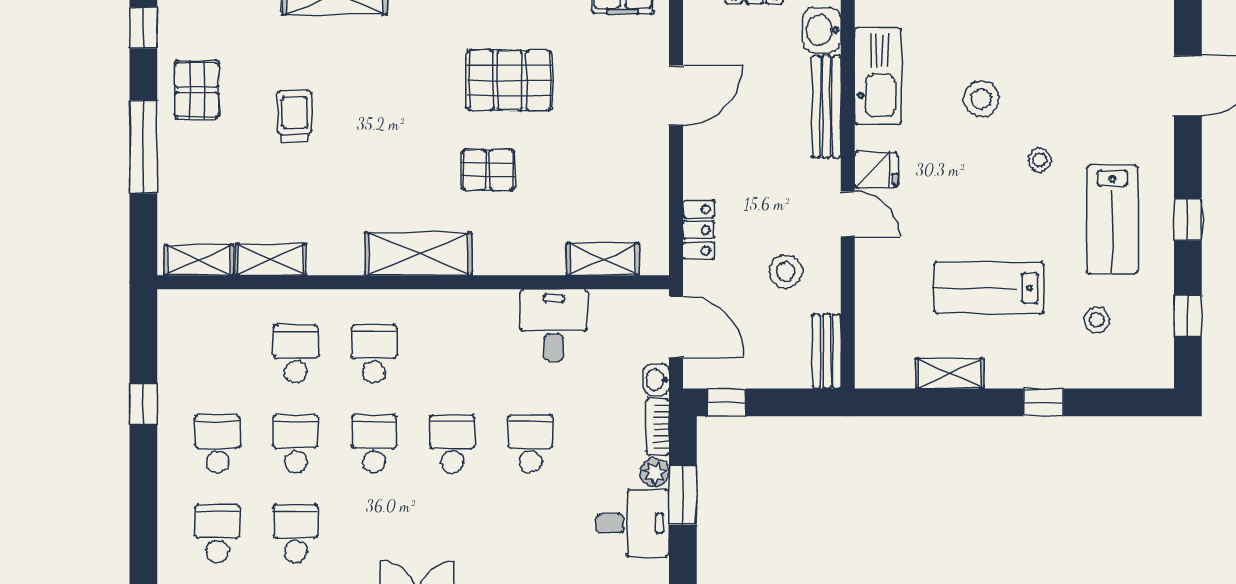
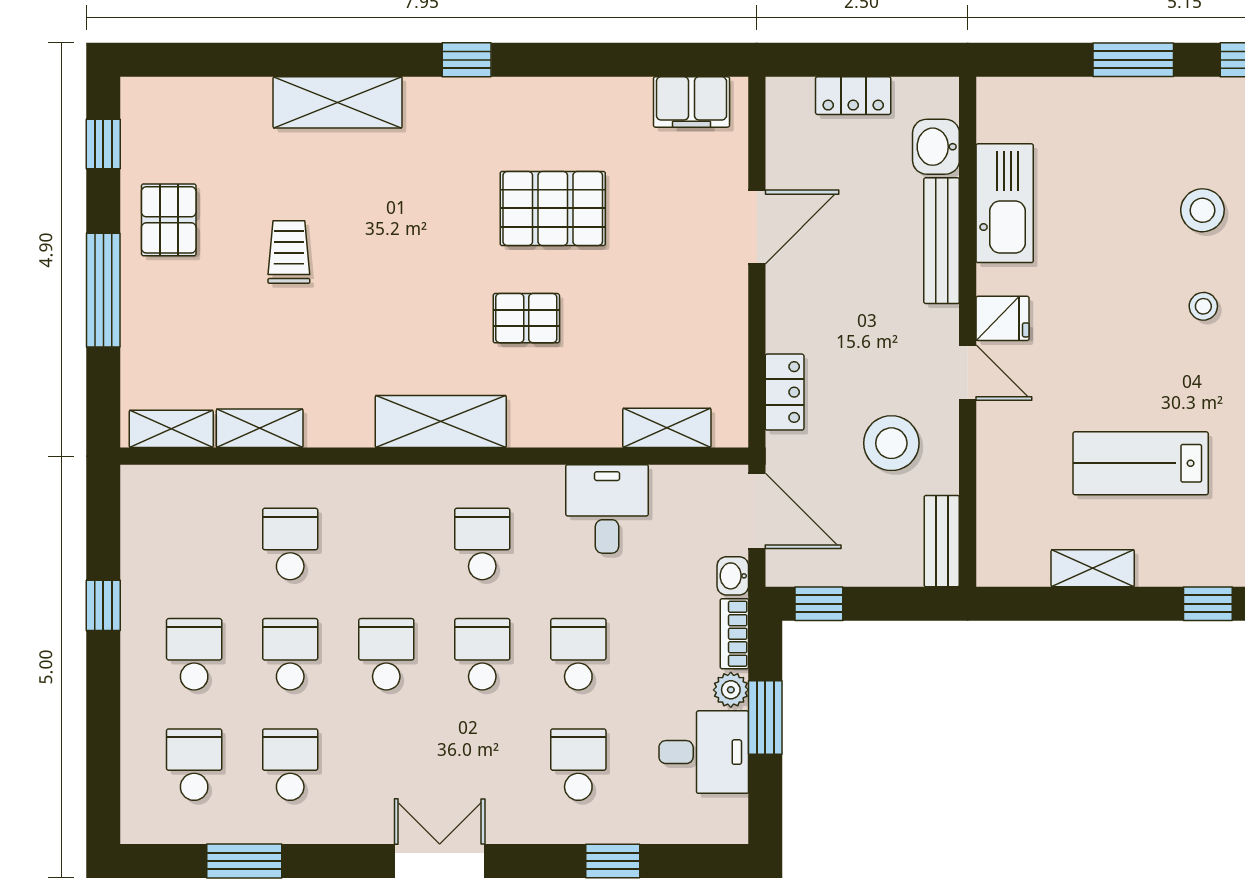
stool: (981, 99) -> (1202, 210), moved
stool: (786, 272) -> (891, 443), width x1.38, depth x1.38
school desk: (374, 354) -> (482, 544), moved
school desk: (530, 533) -> (578, 765), added

